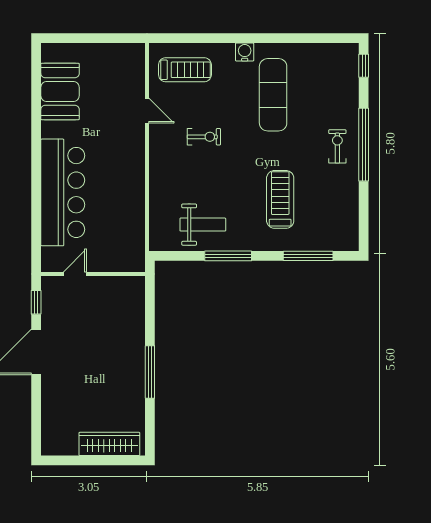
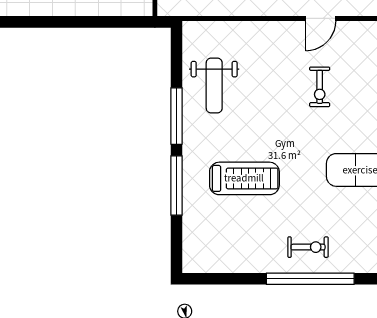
door: (147, 111) -> (321, 18), moved
window: (308, 256) -> (177, 185), moved
window: (150, 372) -> (37, 22), removed

